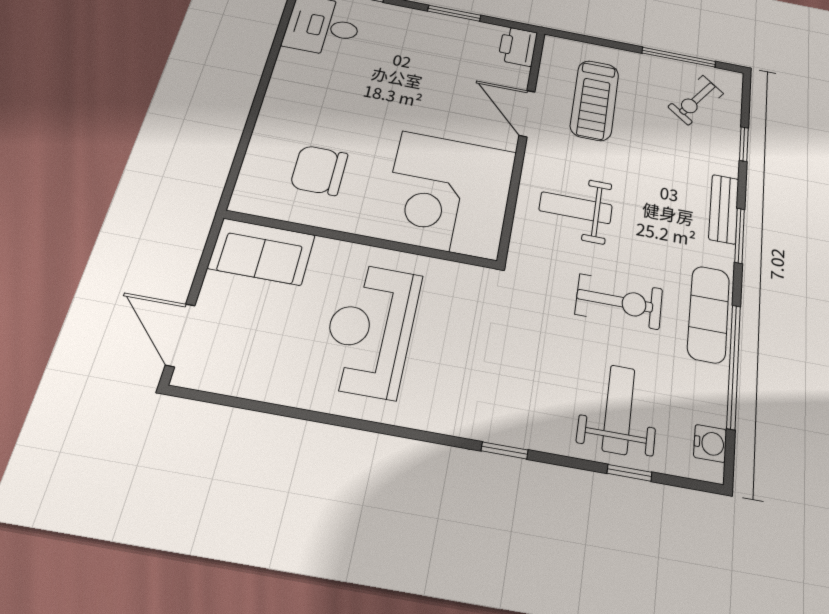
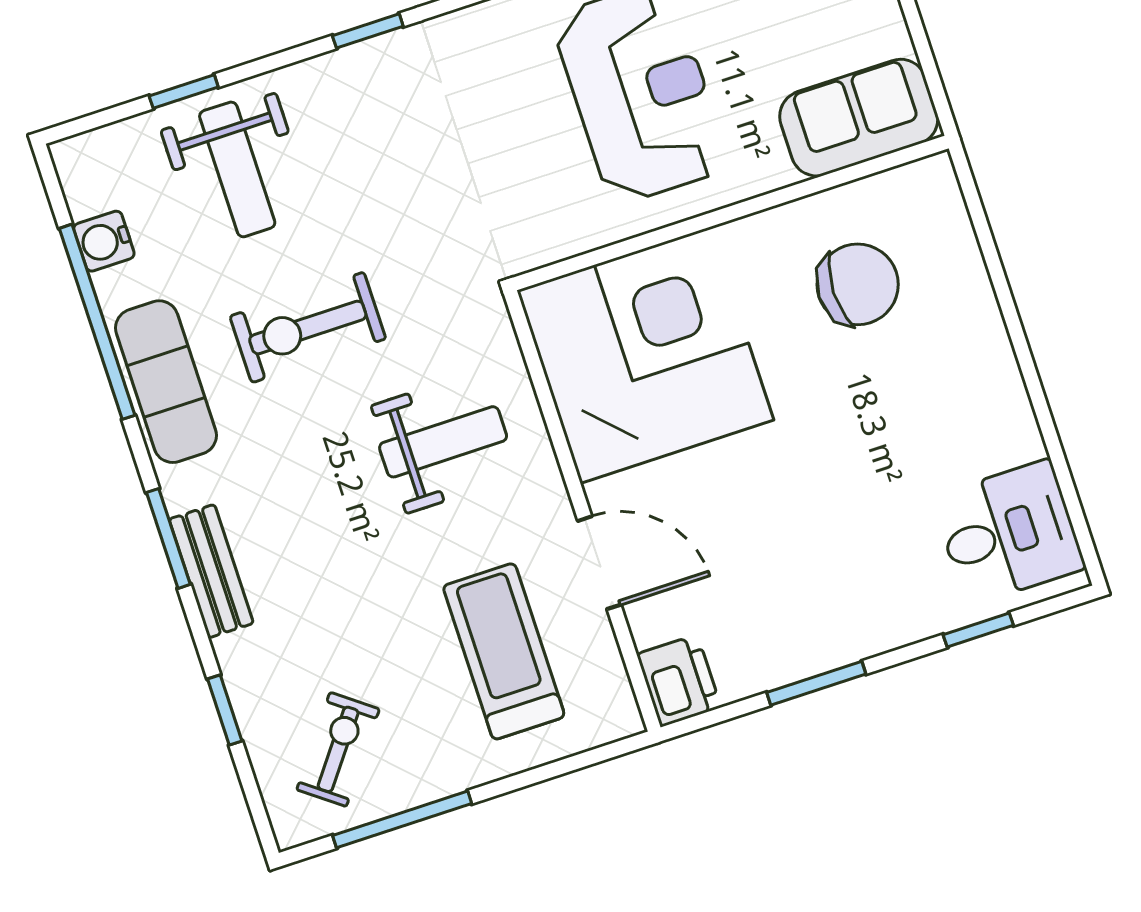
water cooler: (710, 443) -> (104, 241), moved

